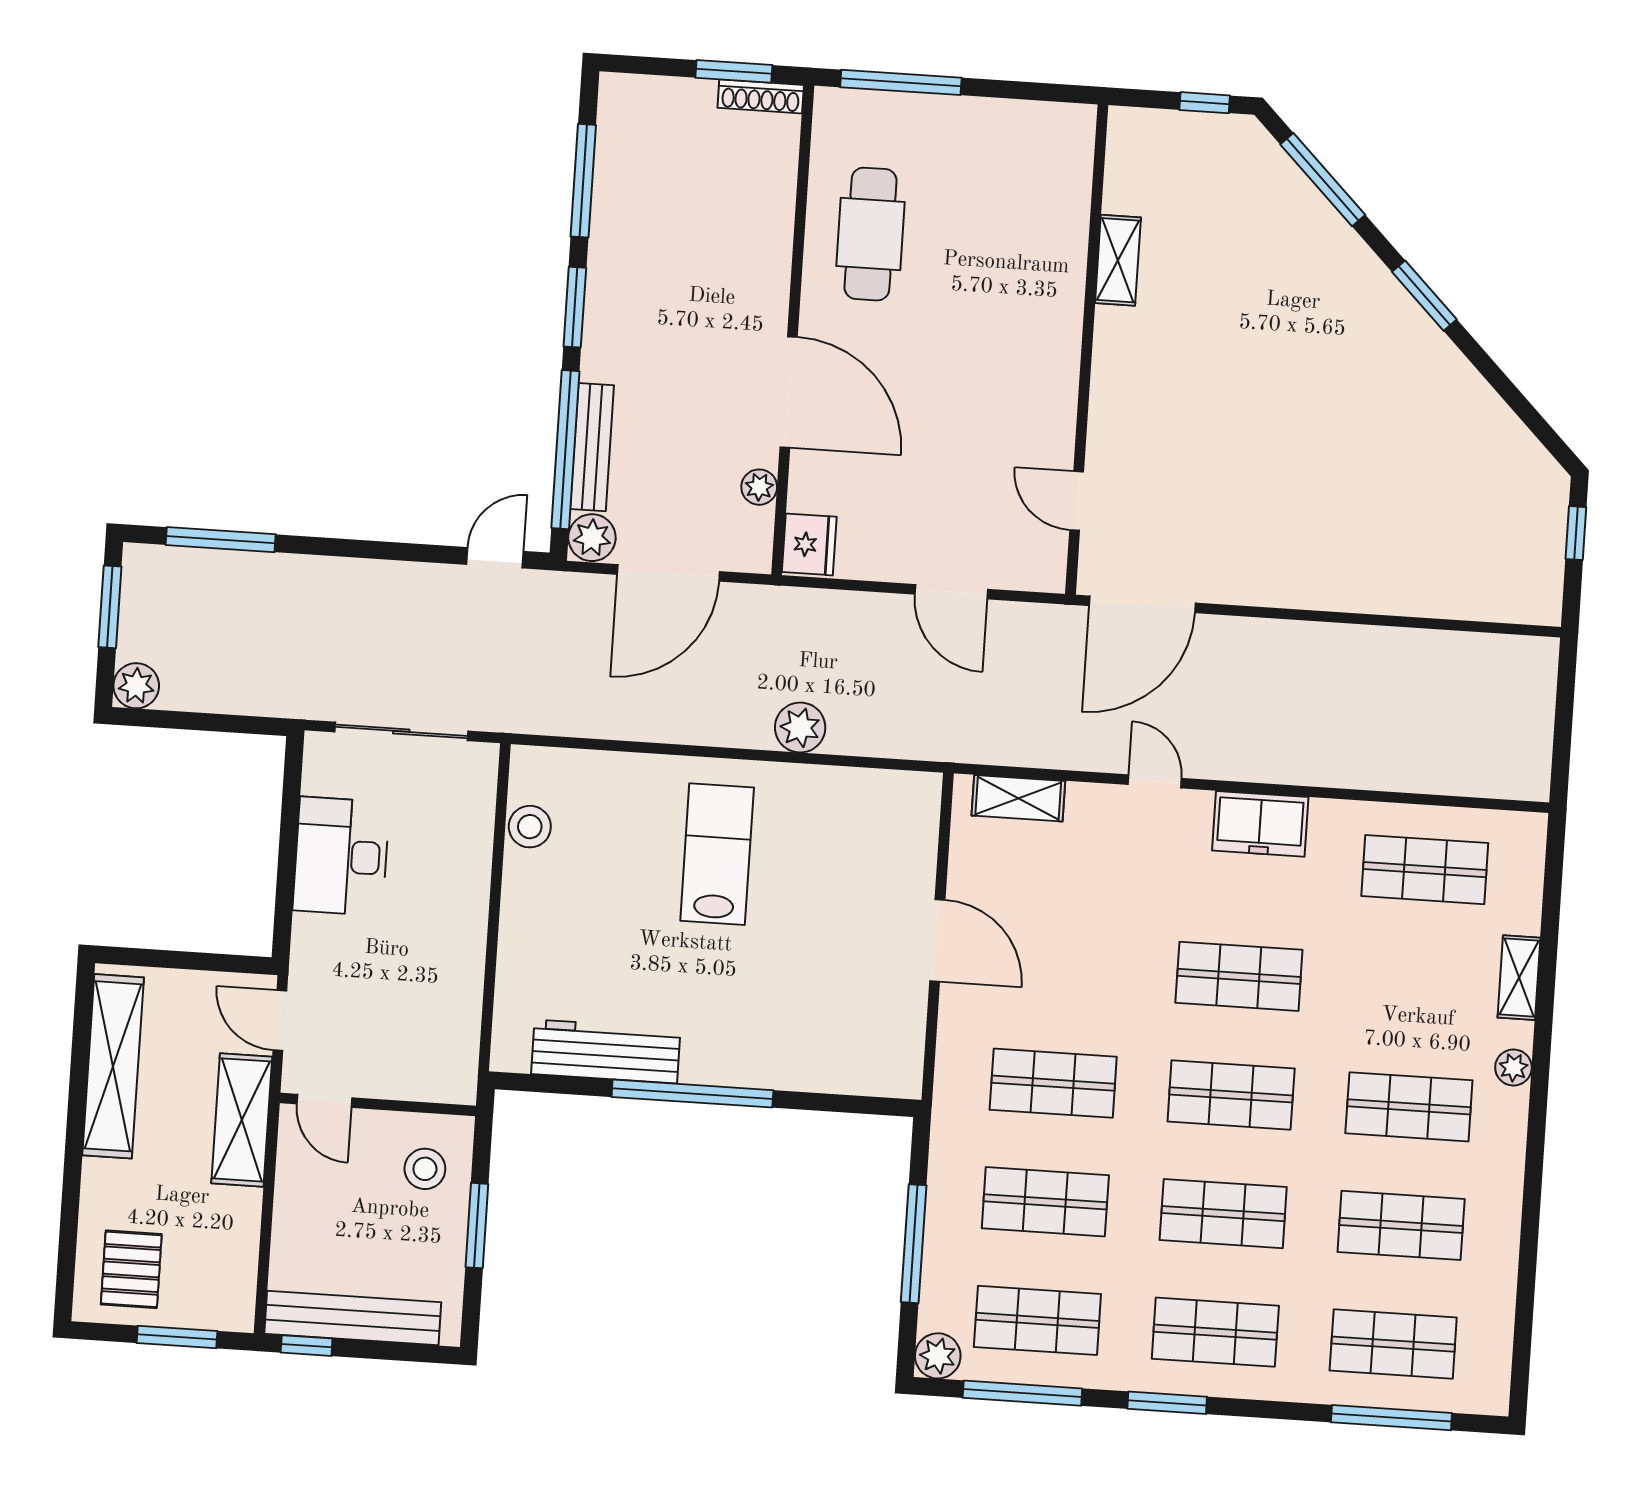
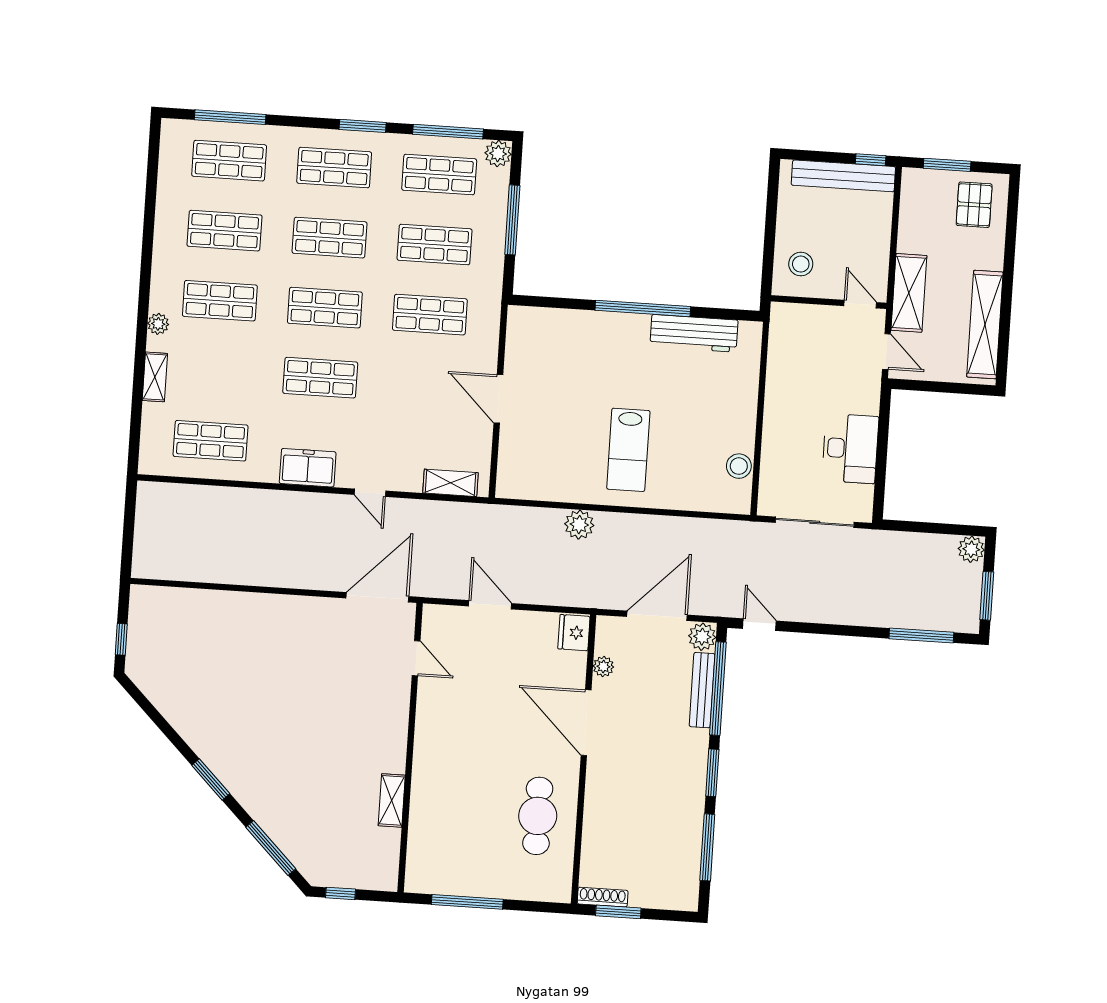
window: (901, 82) -> (467, 902), moved
door: (495, 558) -> (759, 625), swing flipped
window: (477, 1226) -> (770, 231), removed

